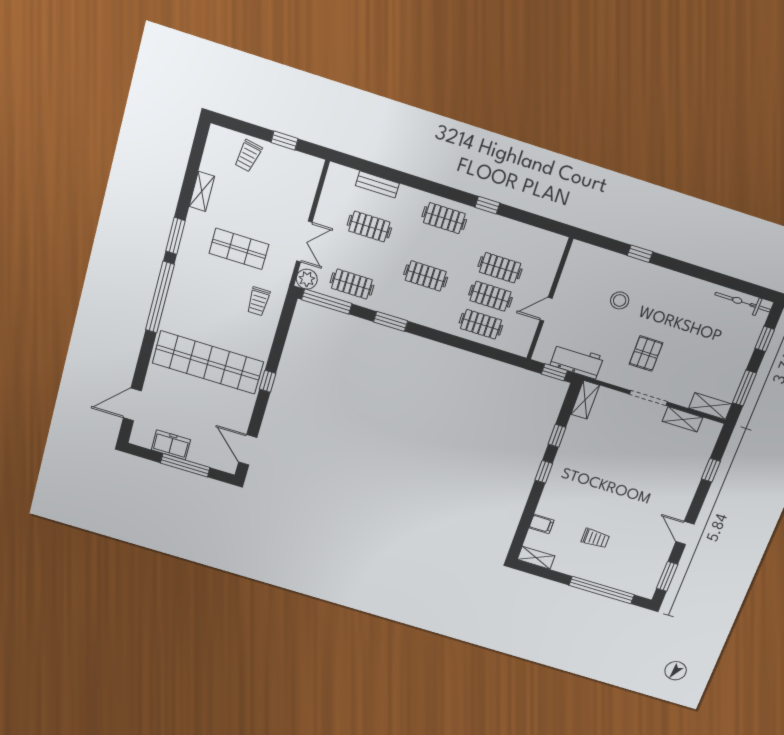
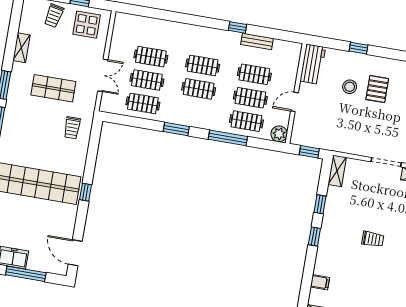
display table: (290, 173) -> (87, 25), added
bench: (377, 184) -> (257, 41), moved
clothes rail: (444, 218) -> (203, 65), moved
clothes rail: (361, 255) -> (147, 80), added
plant: (307, 279) -> (279, 134), moved
window: (327, 302) -> (228, 138), moved
pallet: (646, 354) -> (377, 89), moved
workbench: (577, 361) -> (313, 64), moved, turned 90
trolley: (595, 538) -> (373, 239), moved

